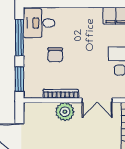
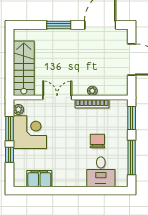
desk: (39, 23) -> (101, 172), moved, turned 90
plant: (65, 112) -> (92, 91), width x0.53, depth x0.53

